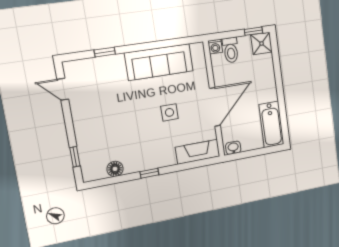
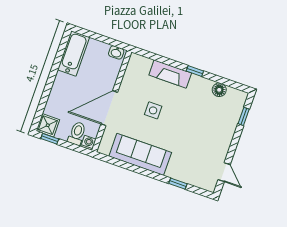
door: (215, 107) -> (109, 108), moved
fireplace: (198, 152) -> (170, 74), moved

